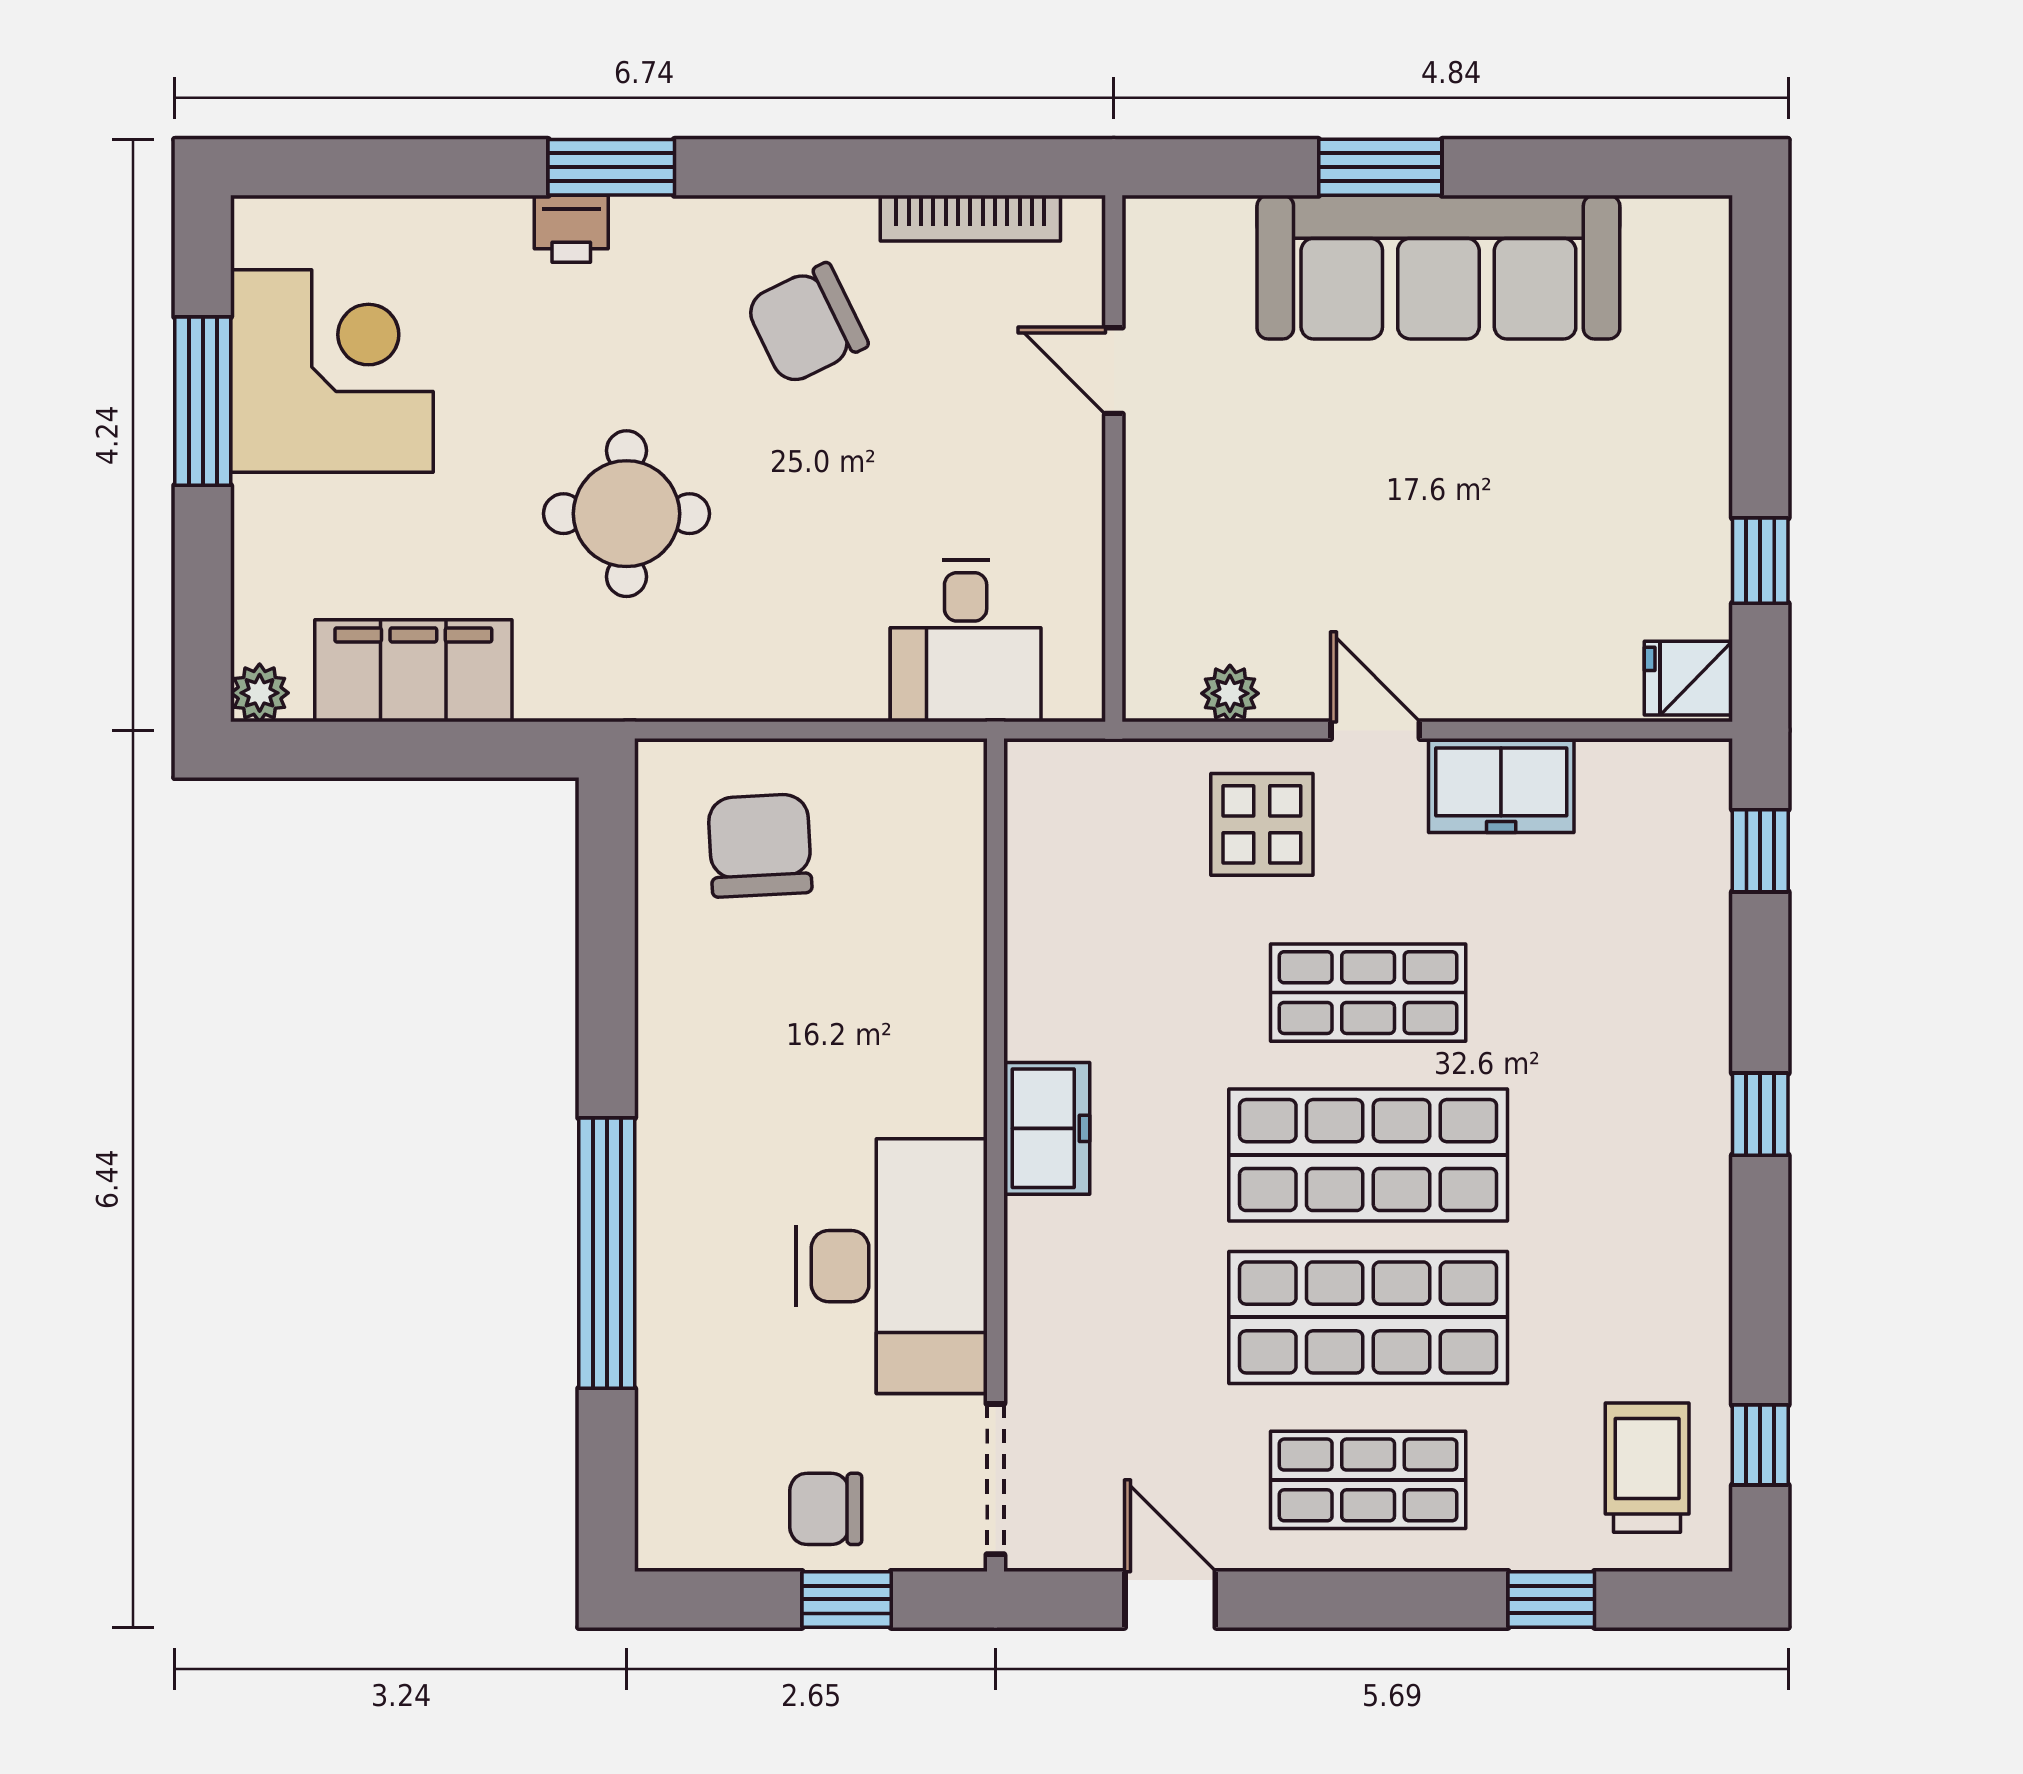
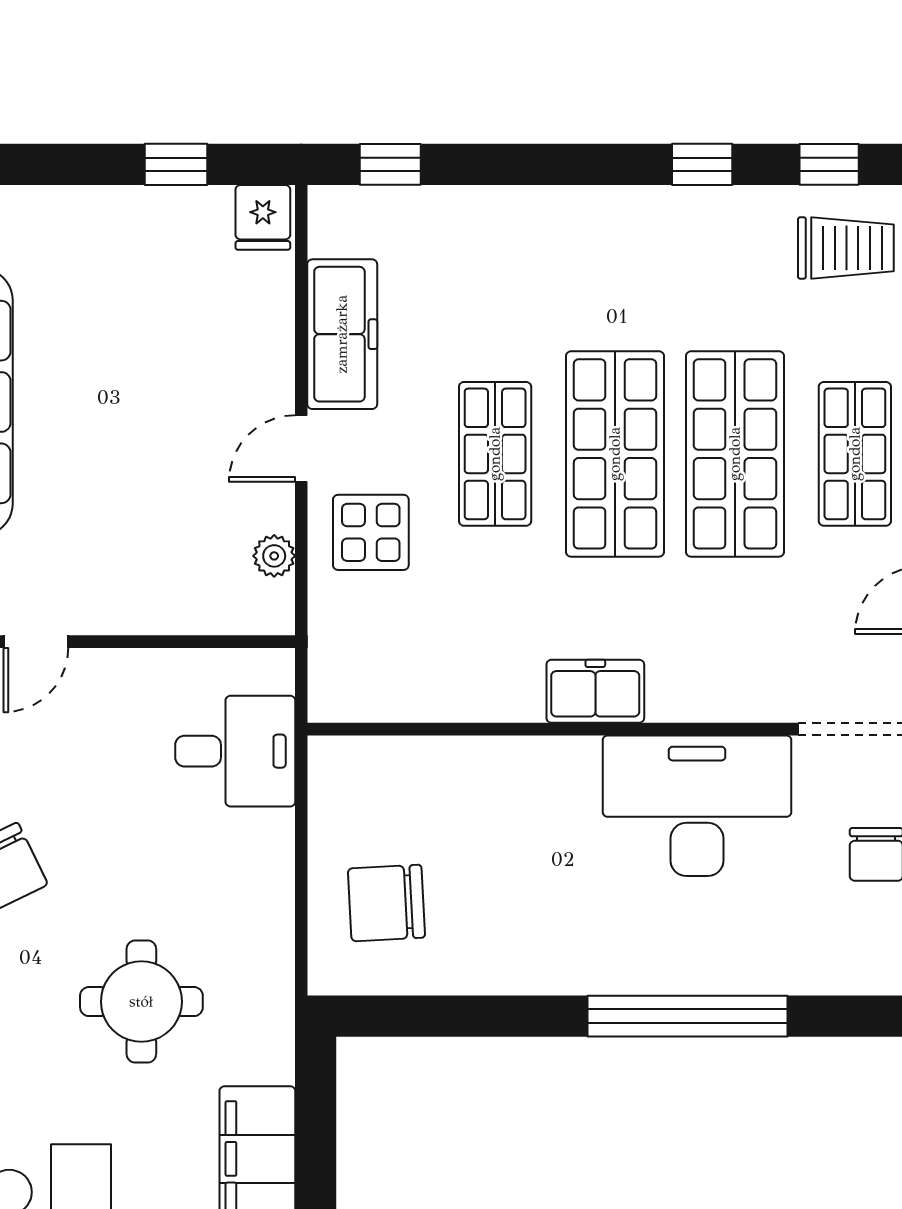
freezer: (1501, 786) -> (342, 334), width x1.40
window: (1760, 1114) -> (702, 164), moved
trolley: (1647, 1468) -> (846, 248), turned 180

